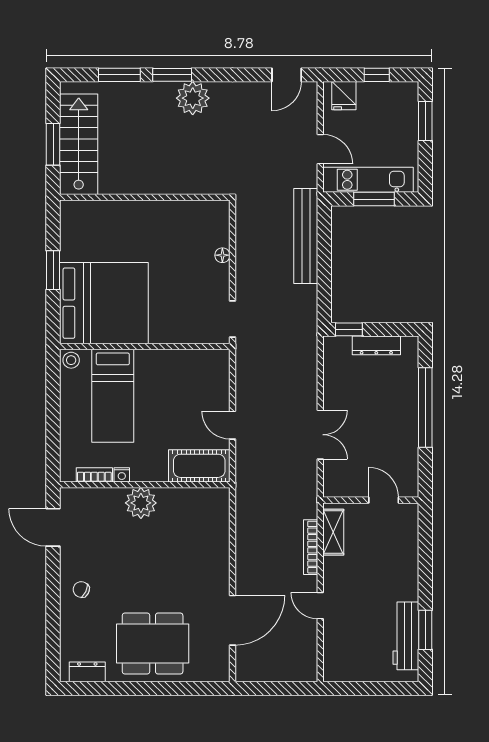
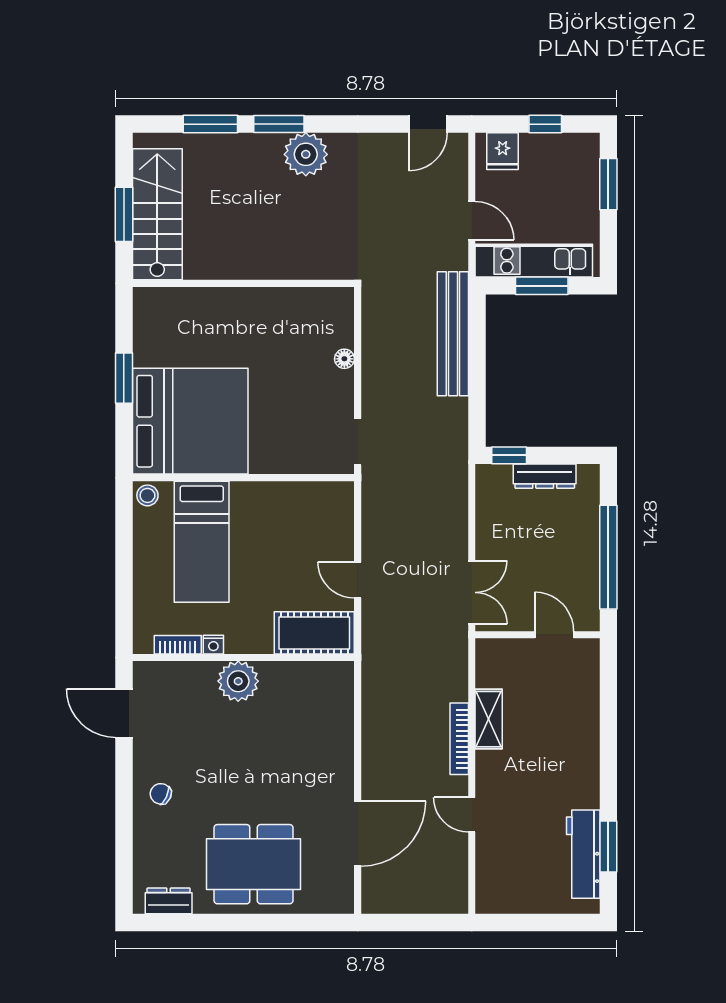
wall: (371, 500) -> (538, 635), moved
door: (384, 500) -> (554, 635), moved

